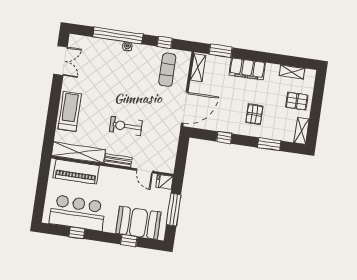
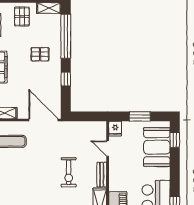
window: (269, 144) -> (66, 36), width x2.11
door: (145, 171) -> (108, 149), swing flipped
window: (174, 210) -> (140, 116), width x0.69
window: (129, 241) -> (175, 140), moved

